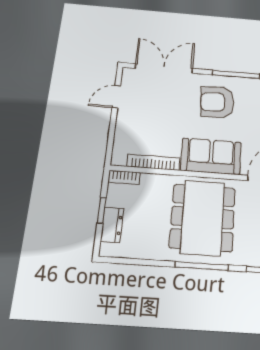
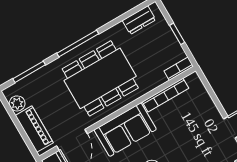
dining table: (203, 218) -> (100, 78), turned 90
dresser: (112, 225) -> (139, 20), moved, turned -90

